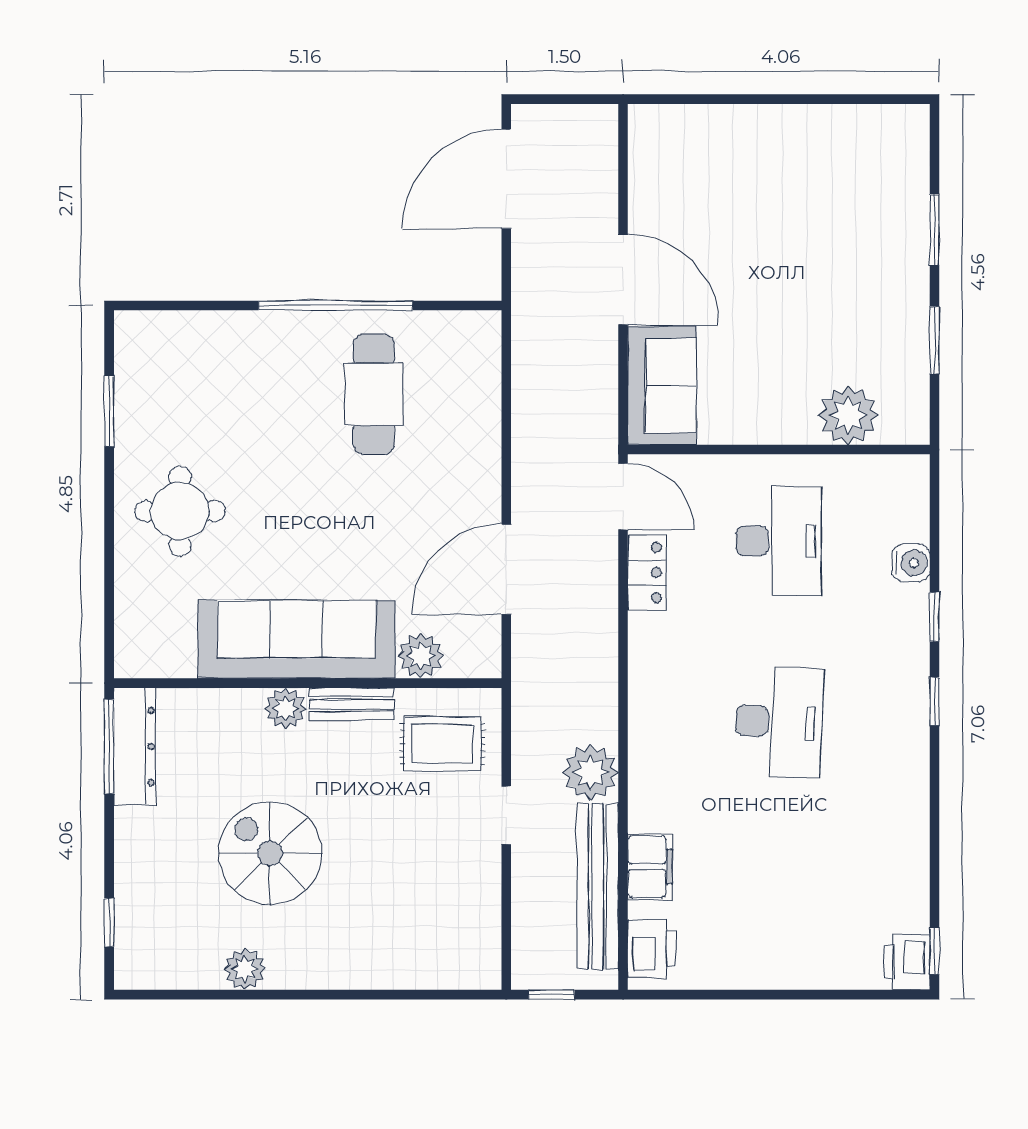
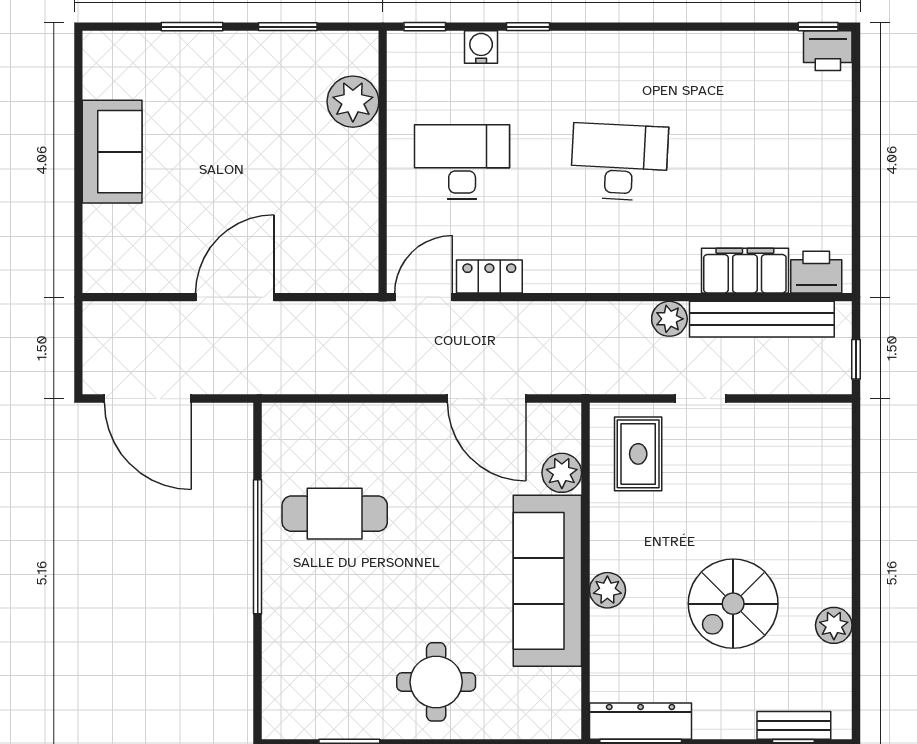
sofa: (662, 386) -> (112, 152), moved, turned 90
window: (935, 701) -> (425, 27), moved
bench: (351, 704) -> (794, 725), moved, turned 90
plant: (591, 772) -> (669, 319), width x0.73, depth x0.73
filing cabinet: (650, 867) -> (745, 271), width x1.50, depth x1.17

